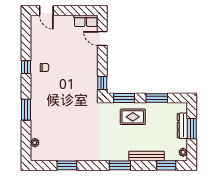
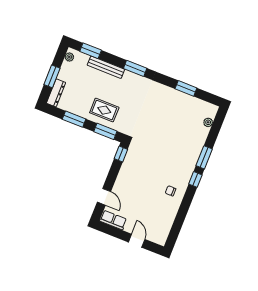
door: (46, 11) -> (137, 241), moved
window: (26, 67) -> (195, 179), moved
dresser: (182, 126) -> (56, 93), moved

